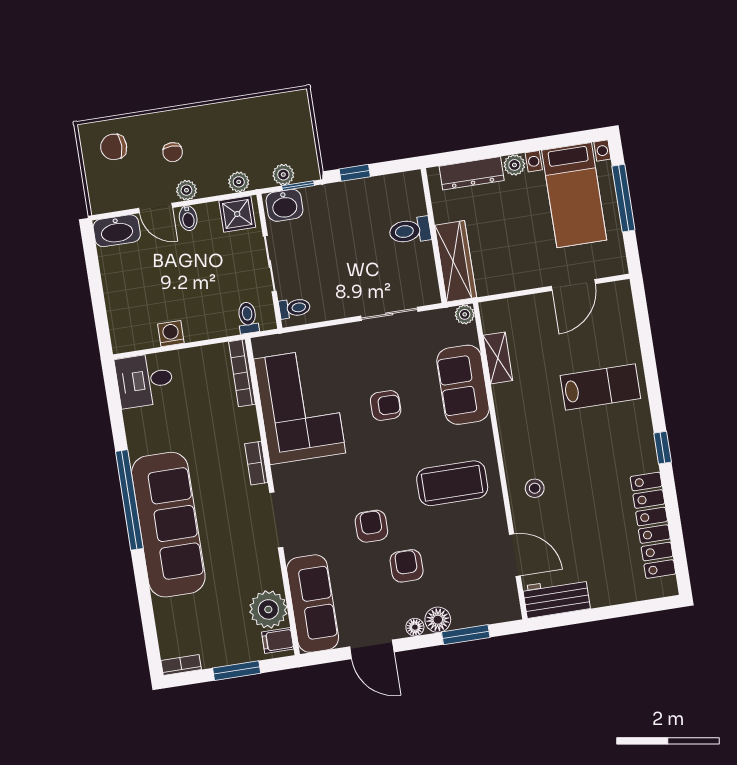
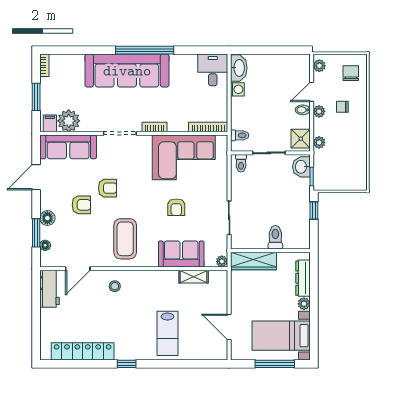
plant: (283, 175) -> (319, 66), moved
washbasin: (117, 231) -> (239, 68), moved, turned 180
floor lamp: (415, 627) -> (45, 245), moved

